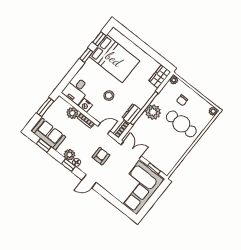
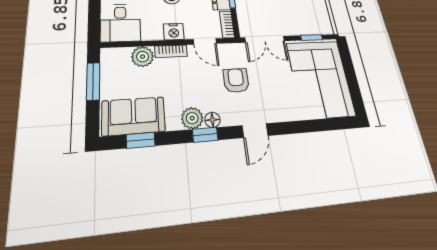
nightstand: (85, 106) -> (174, 32), moved
door: (104, 129) -> (205, 41), swing flipped
double door: (131, 150) -> (265, 39), swing flipped

